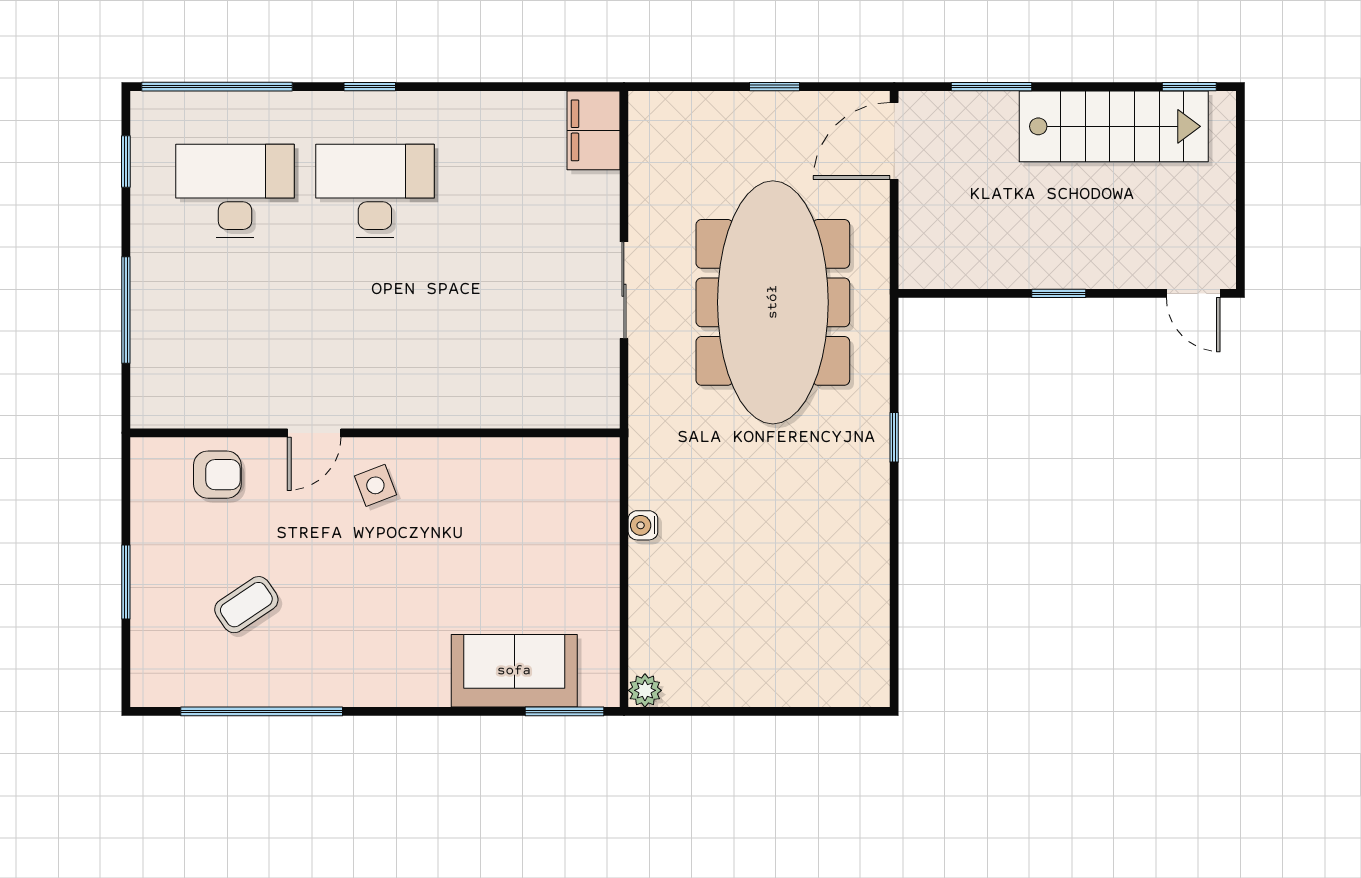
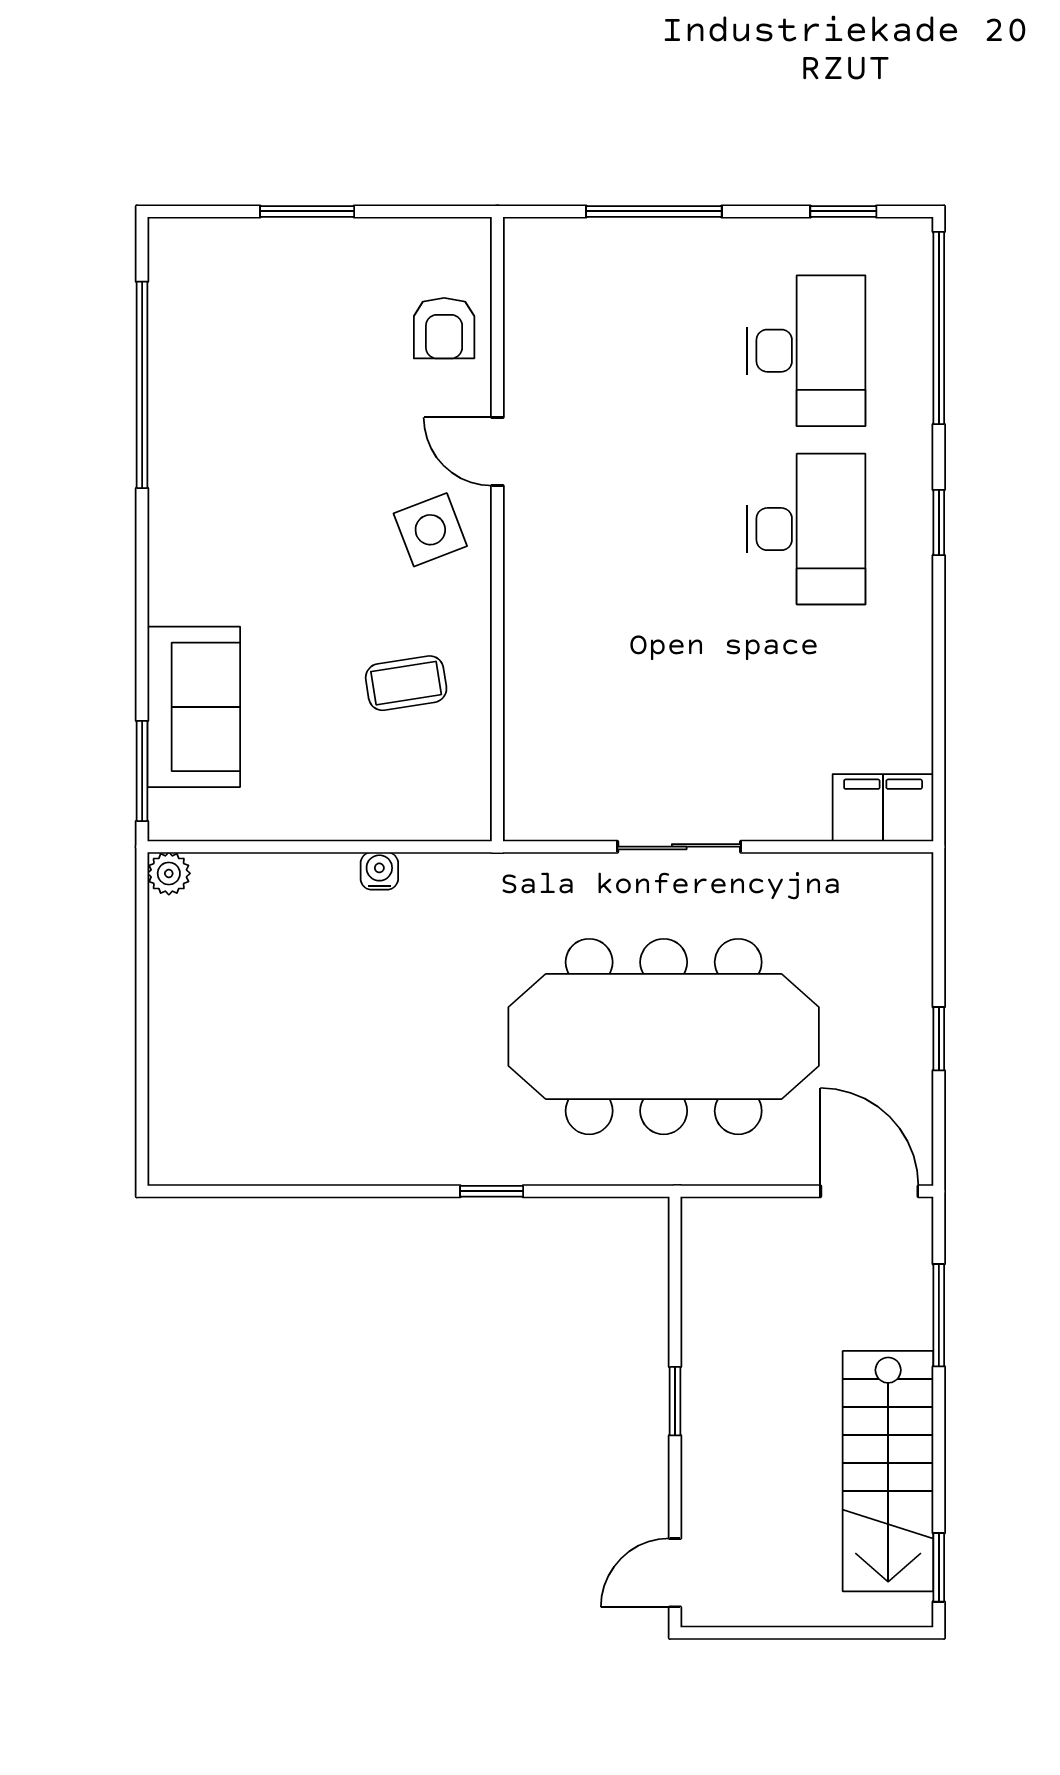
side table: (375, 485) -> (430, 530), width x1.37, depth x1.37
coffee table: (246, 605) -> (406, 683), moved, turned -65

